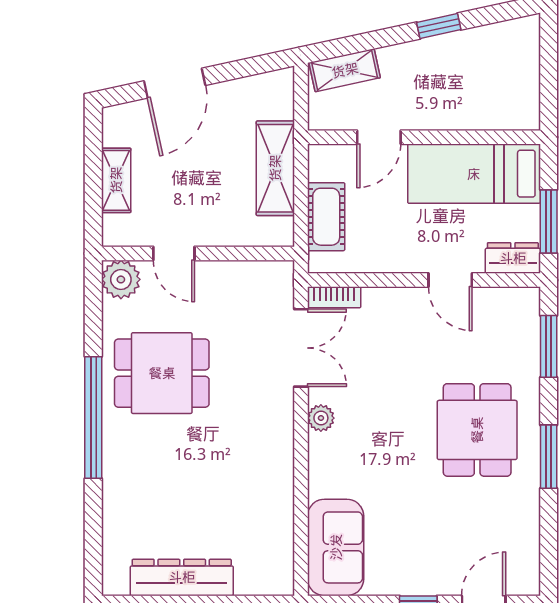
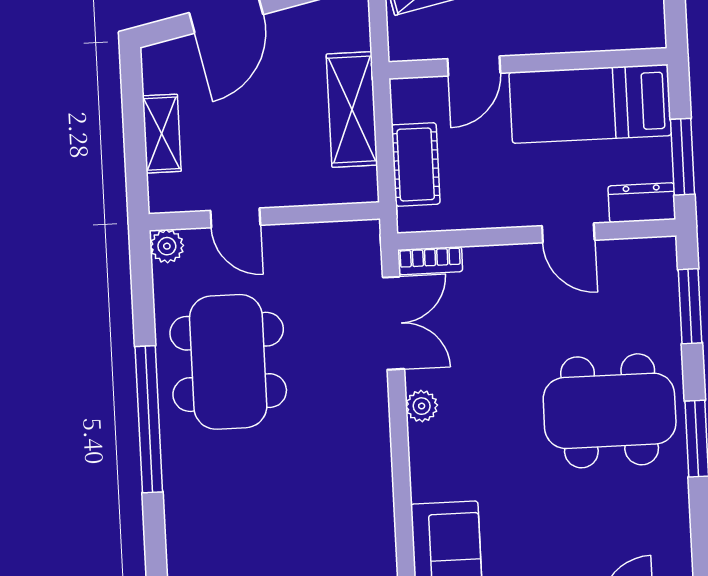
plant: (121, 279) -> (167, 246), width x0.73, depth x0.73
dining table: (162, 373) -> (228, 362), width x1.37
dining table: (477, 430) -> (610, 411), width x1.38

